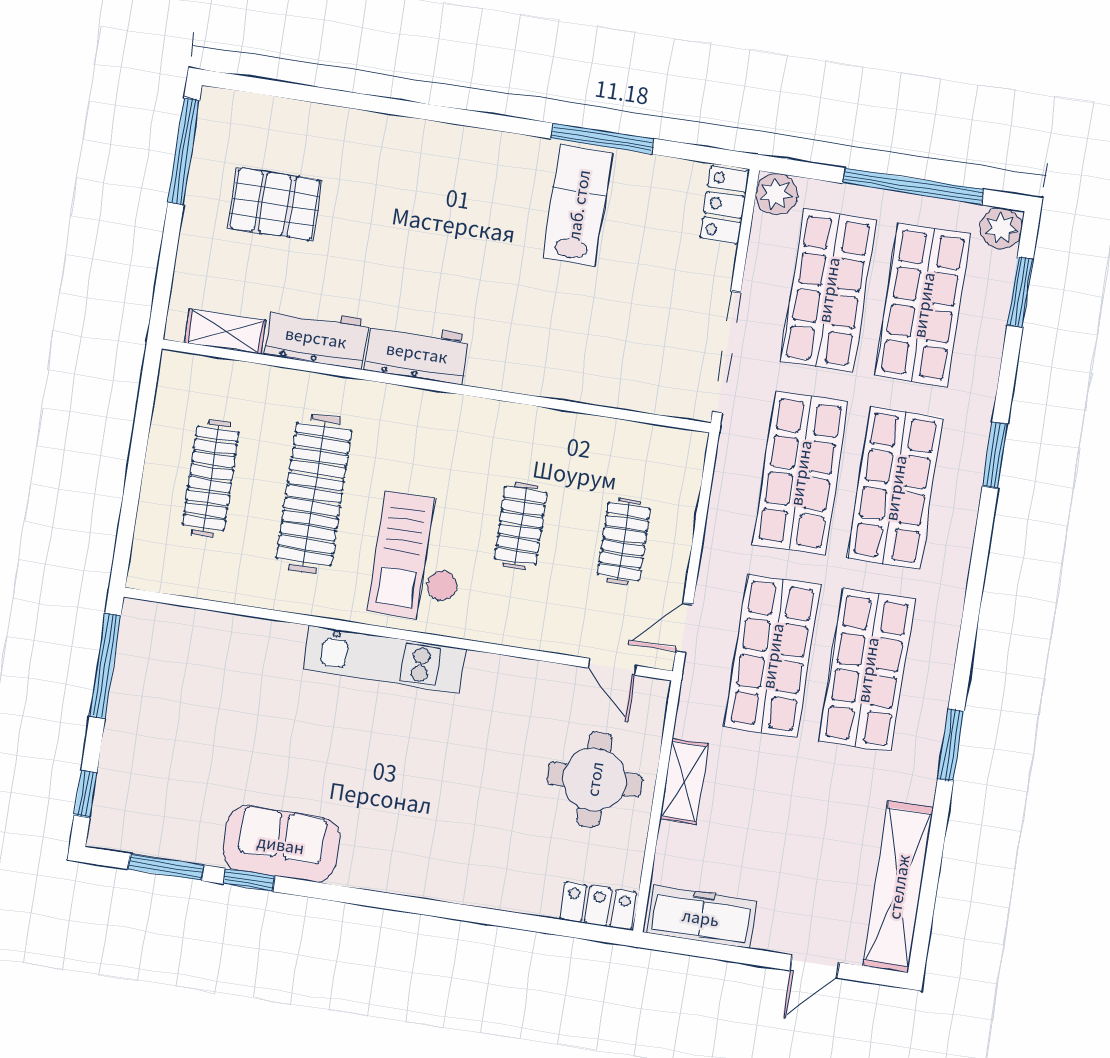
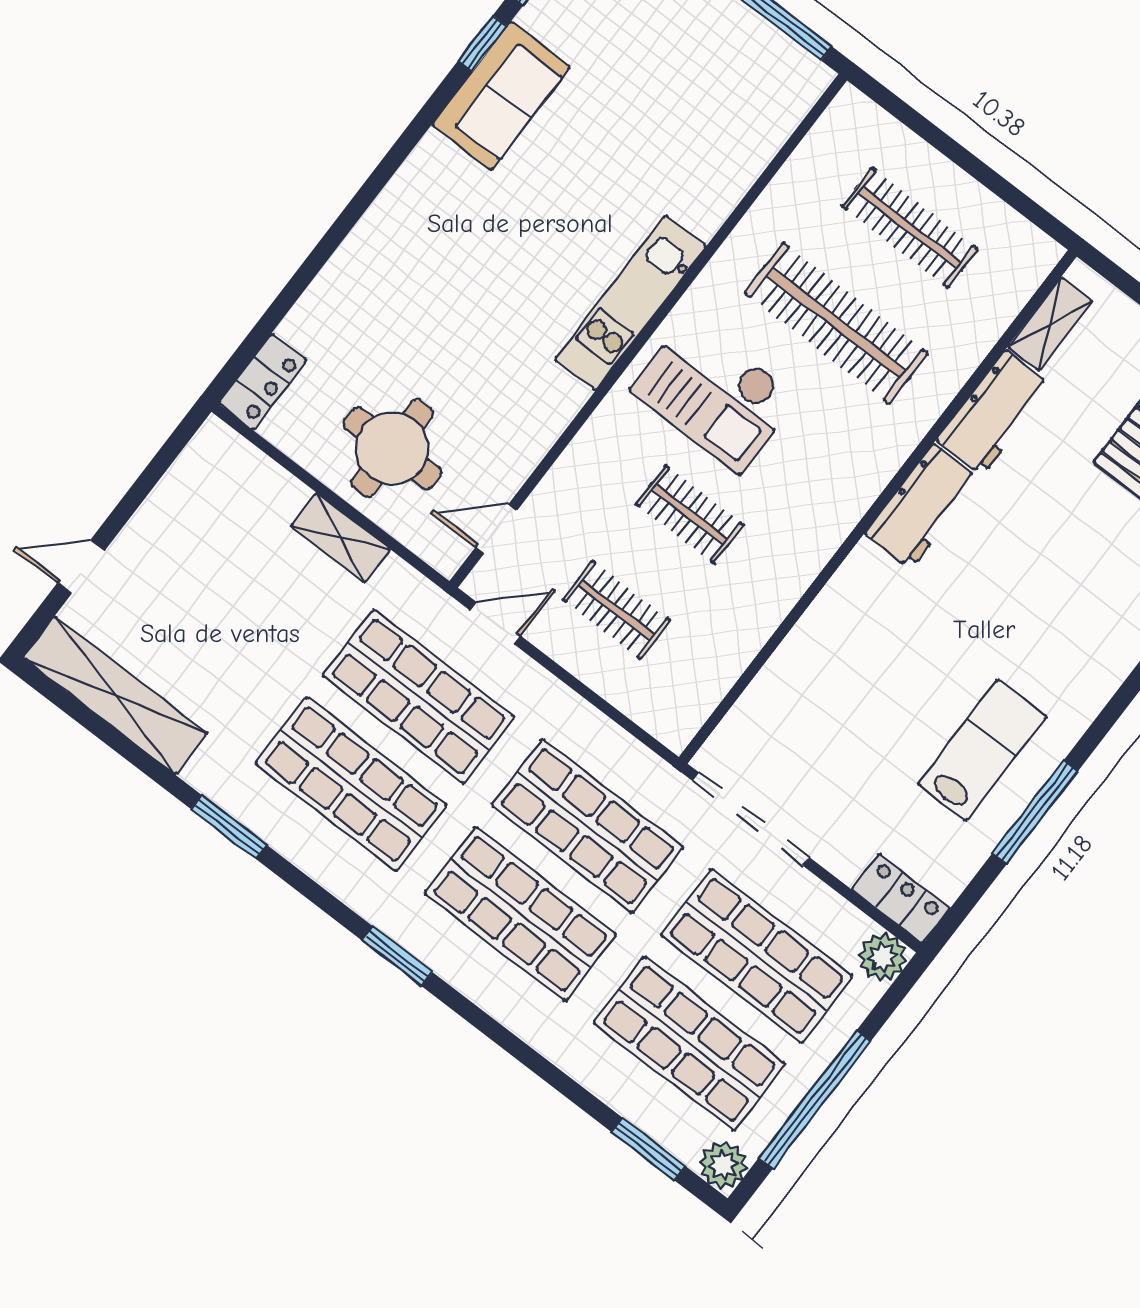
lab bench: (578, 205) -> (982, 750), turned -90
window: (995, 455) -> (397, 956), moved
checkout: (419, 557) -> (714, 394), turned 180
door: (684, 628) -> (495, 623), hinge flipped
freezer: (701, 917) -> (194, 480), removed
door: (815, 966) -> (81, 567), hinge flipped

